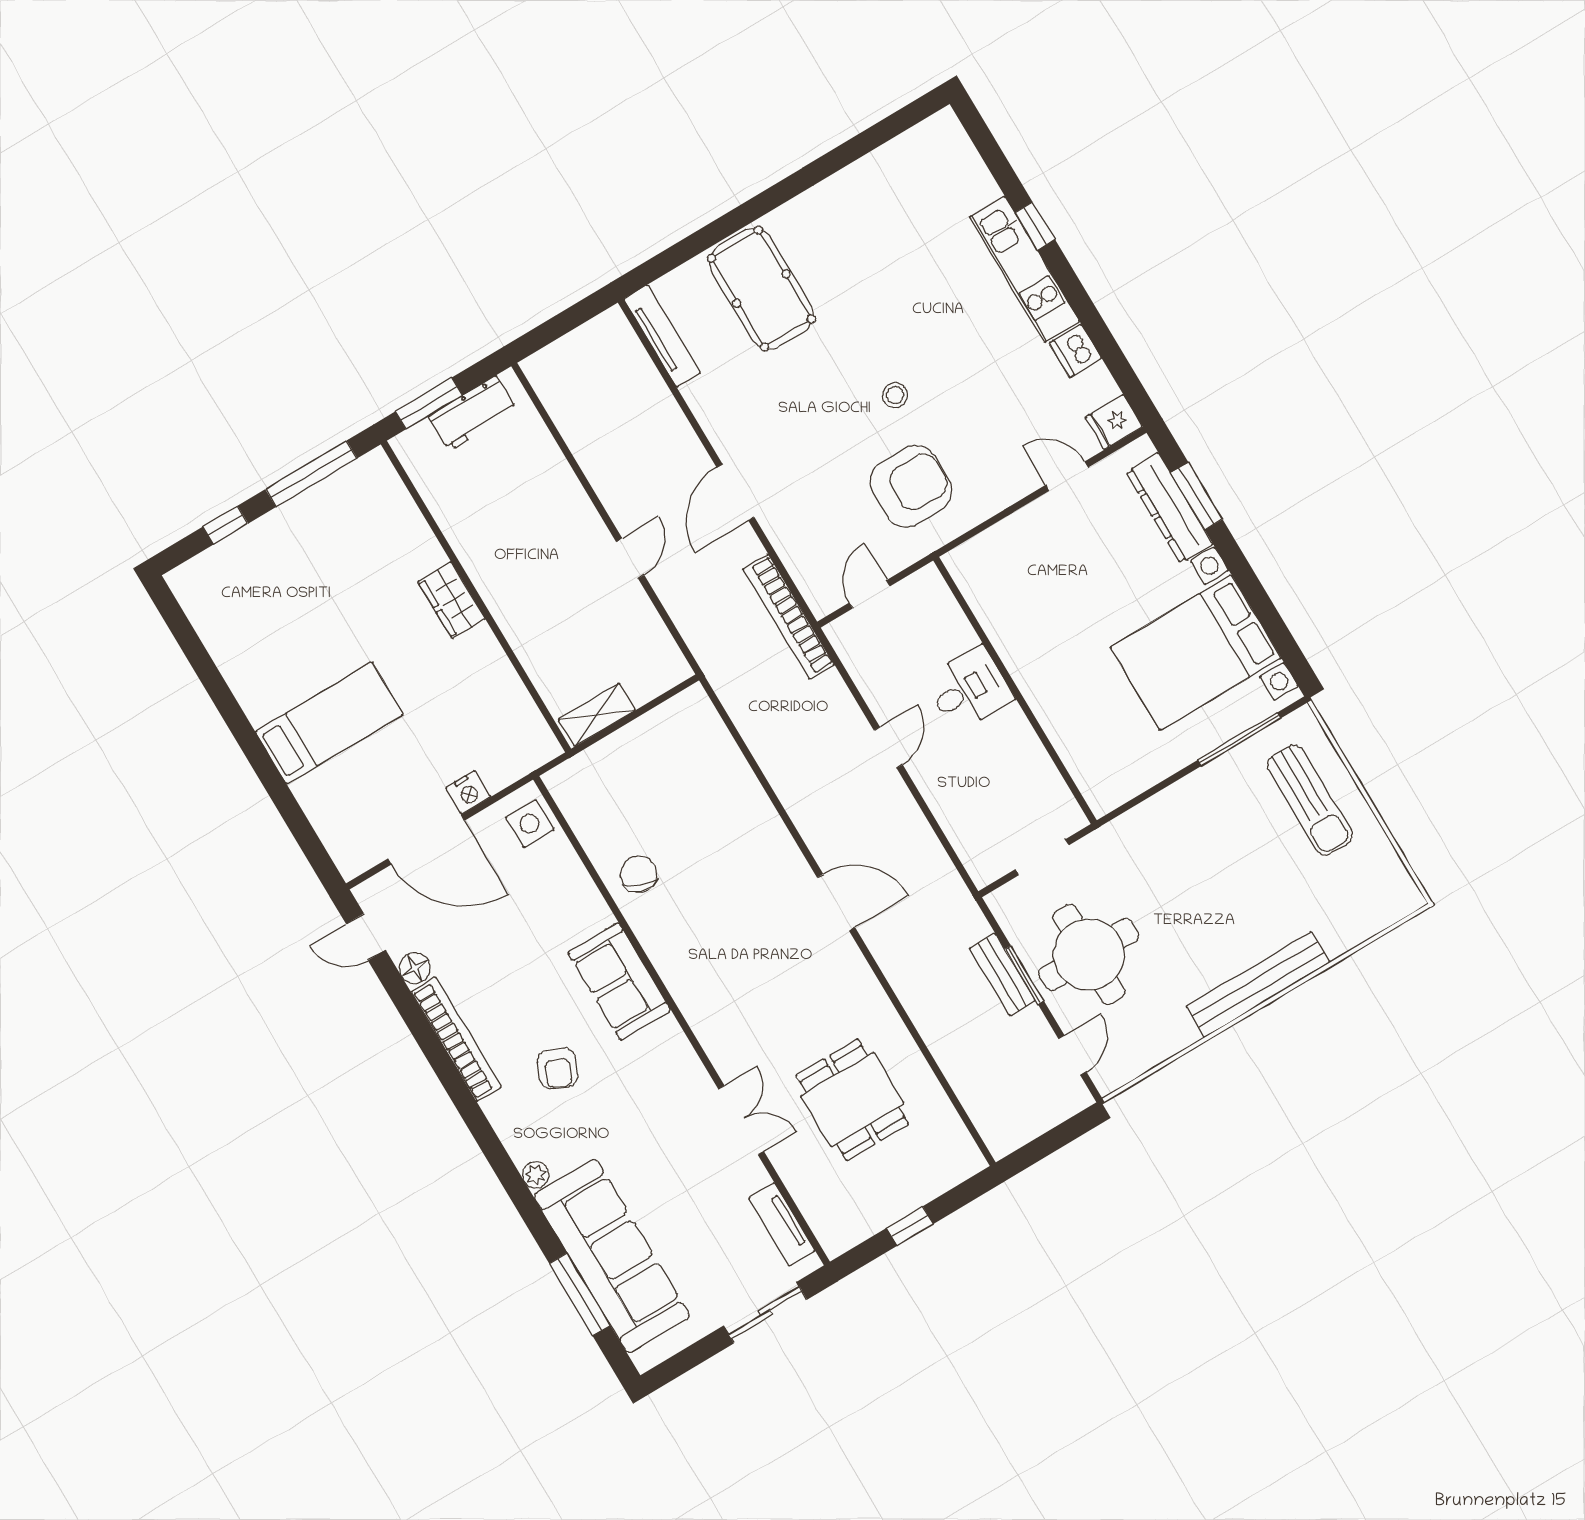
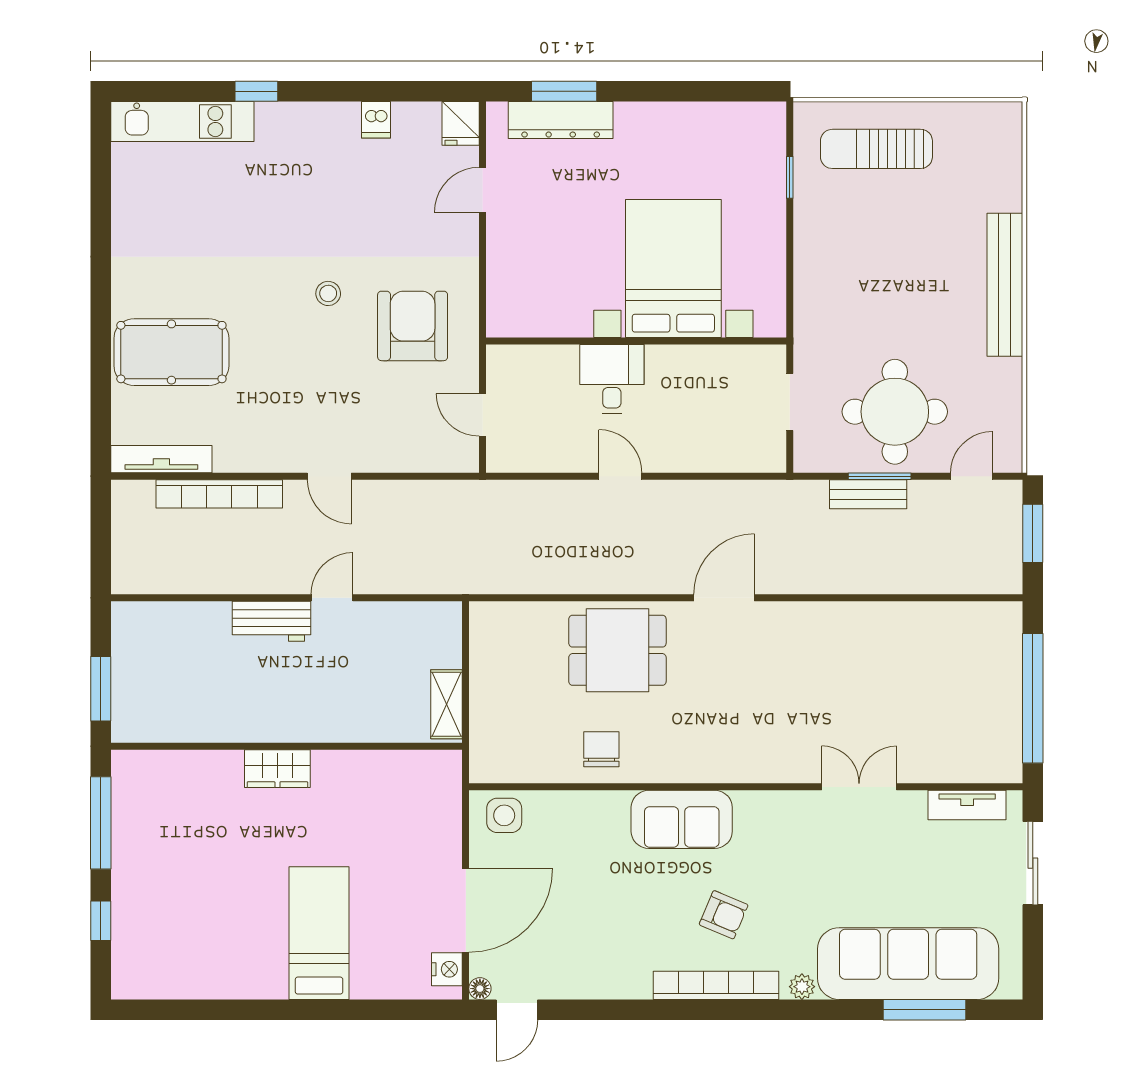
kitchen unit: (1025, 269) -> (182, 121), moved
dishwasher: (1075, 351) -> (376, 120), width x0.73
workbench: (473, 413) -> (272, 621), moved, turned 90
door: (735, 492) -> (329, 476), width x0.73
door: (630, 558) -> (332, 598), hinge flipped
bookcase: (789, 617) -> (219, 494), moved
bed with nightstands: (1196, 653) -> (673, 269), moved, turned 180
window: (1239, 739) -> (790, 177), width x0.46
nightstand: (468, 792) -> (447, 969), moved
sun lounger: (1310, 800) -> (876, 149), turned 180
chair: (639, 874) -> (601, 749), turned 69
floor lamp: (415, 968) -> (480, 989), moved, width x0.73, depth x0.73
bookcase: (456, 1039) -> (716, 985), moved
door: (1073, 1055) -> (971, 476), hinge flipped
dining table: (852, 1100) -> (617, 650), moved
window: (1055, 1139) -> (1033, 533), added
window: (910, 1226) -> (1033, 698), width x3.17

